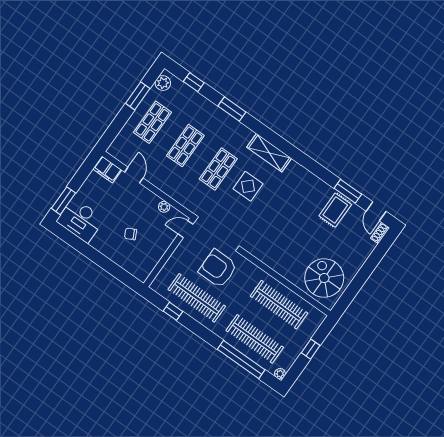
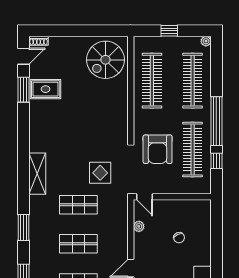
display table: (248, 186) -> (100, 173), moved
window: (241, 359) -> (216, 121), moved

